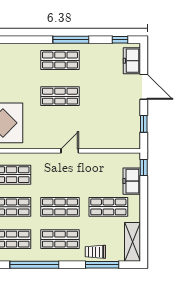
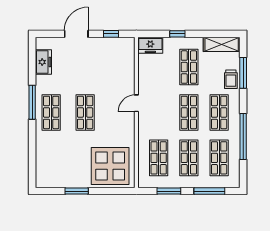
window: (120, 40) -> (32, 56), removed
freezer: (132, 61) -> (43, 62), moved, turned -90
door: (70, 151) -> (136, 103), hinge flipped
window: (144, 168) -> (177, 34), moved
freezer: (132, 181) -> (150, 45), moved

